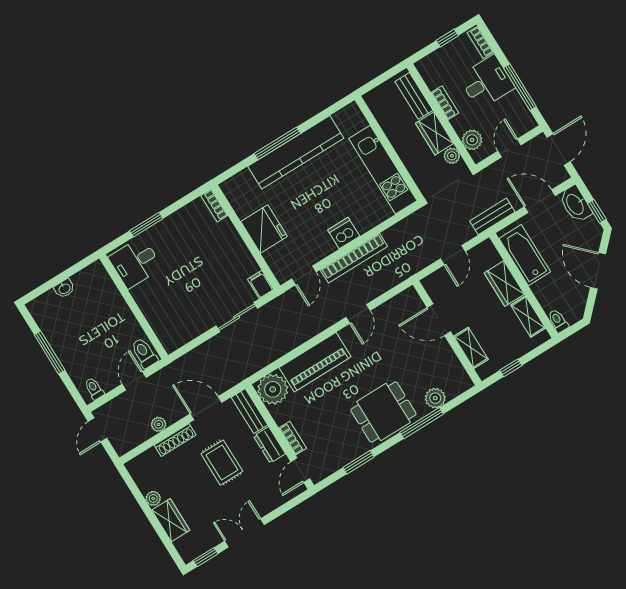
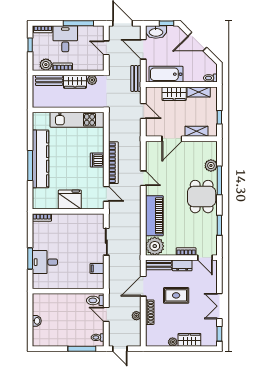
plant: (472, 140) -> (46, 65), moved
door: (540, 201) -> (143, 49), hinge flipped
desk: (135, 263) -> (45, 262), moved, turned 90
filing cabinet: (261, 284) -> (97, 268), moved
window: (50, 352) -> (82, 349), moved

